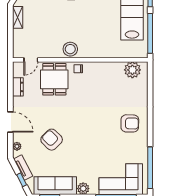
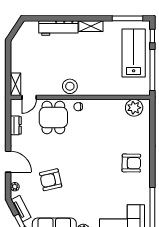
shelving: (18, 17) -> (16, 84), moved
armchair: (52, 140) -> (51, 180), turned -58

